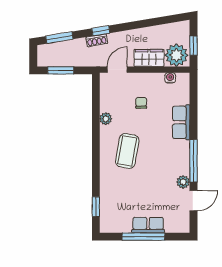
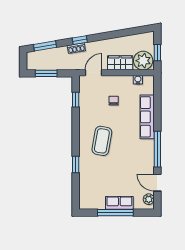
window: (96, 102) -> (76, 100), added
plant: (106, 119) -> (84, 114), removed
row of seats: (181, 122) -> (147, 117), width x1.48
plant: (183, 182) -> (149, 199), moved
door: (193, 201) -> (157, 183), swing flipped
window: (96, 207) -> (76, 165), moved

